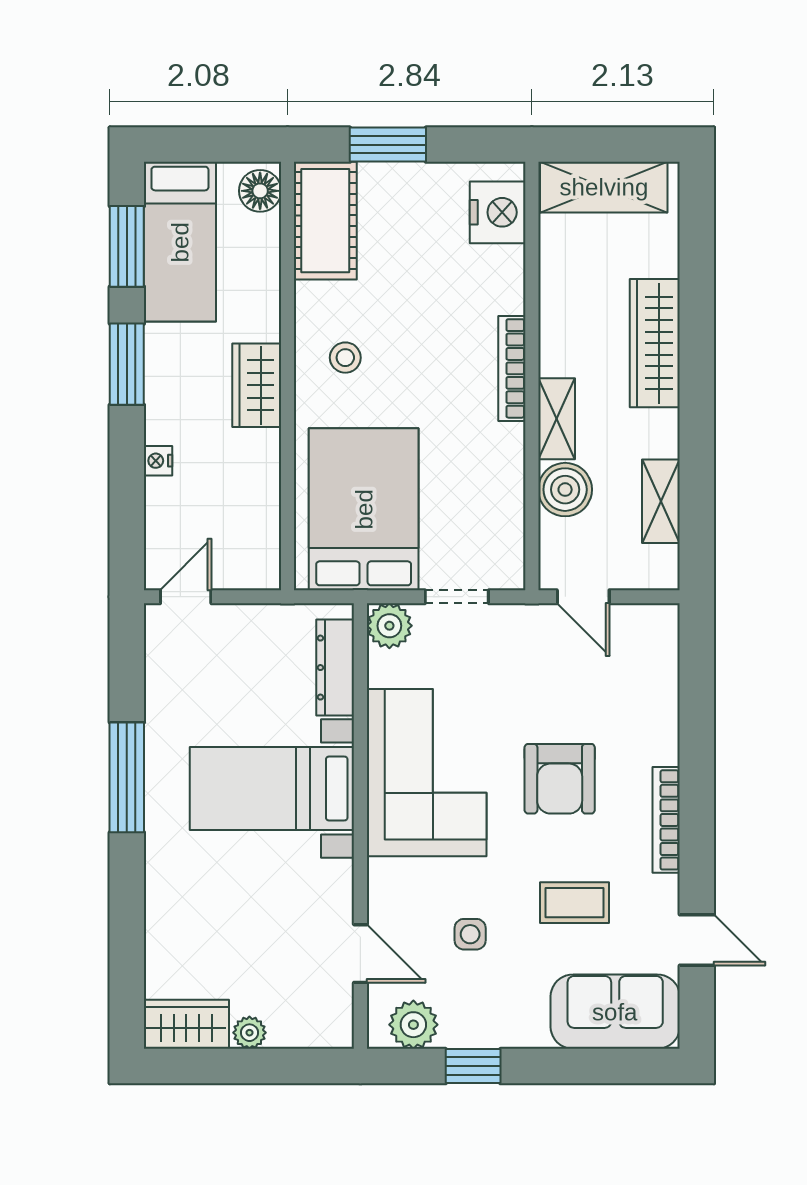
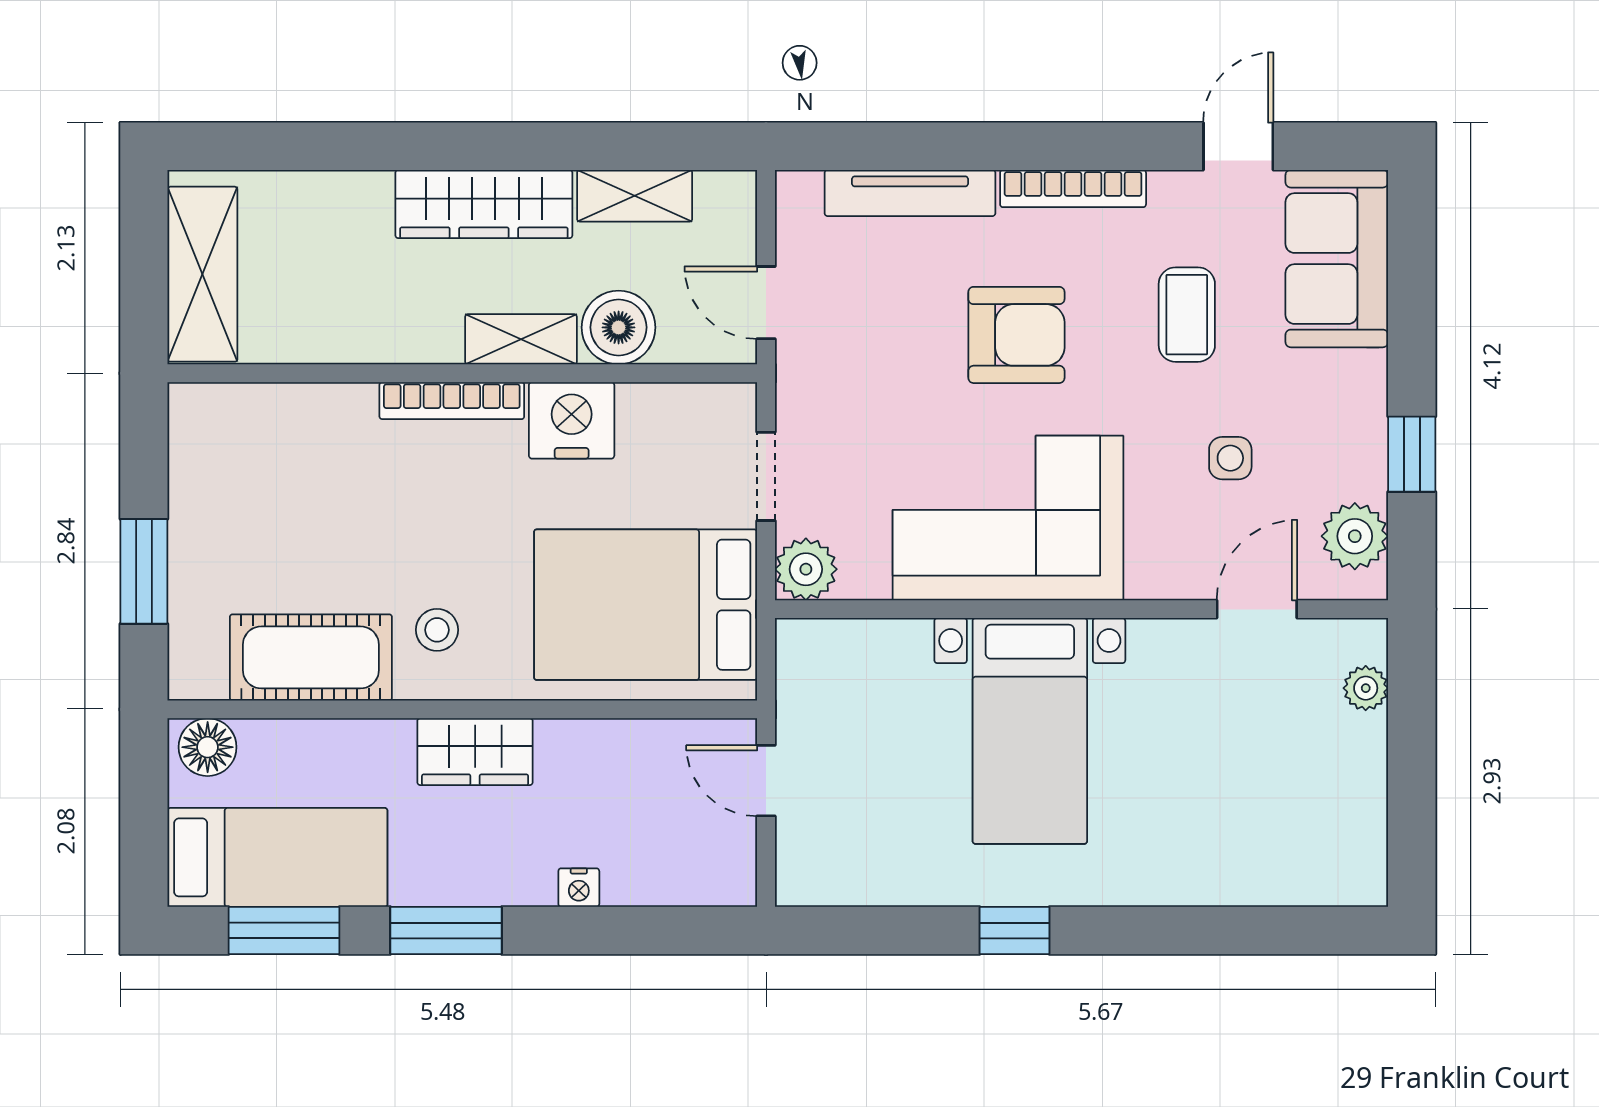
nightstand: (498, 212) -> (572, 420), moved
cot: (325, 221) -> (311, 657), moved
wardrobe: (655, 343) -> (484, 204), moved
door: (186, 597) -> (766, 781), moved
door: (583, 597) -> (766, 303), swing flipped
dresser: (335, 668) -> (863, 644), removed
tv unit: (663, 701) -> (910, 193), added
window: (127, 777) -> (1015, 930), width x0.46
wardrobe: (186, 1024) -> (1354, 849), removed
plant: (249, 1033) -> (1366, 688), moved

